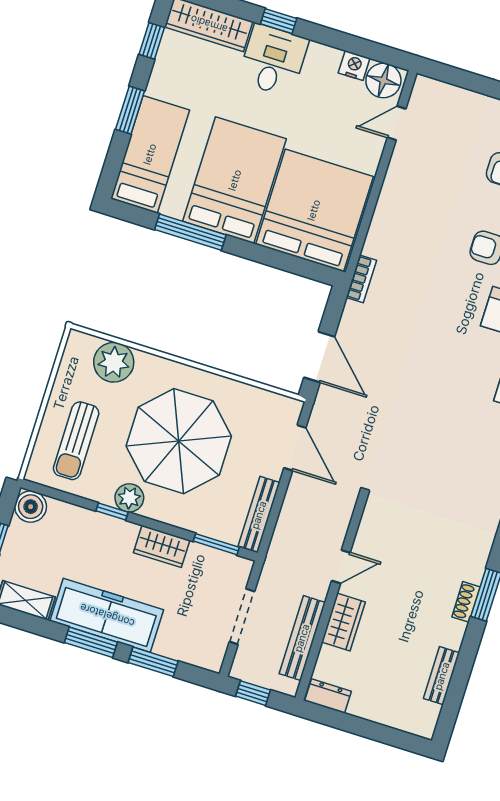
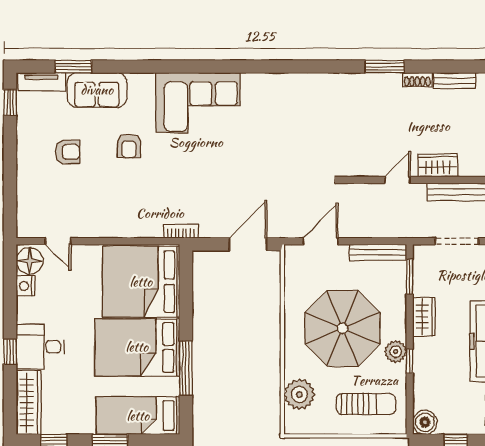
door: (341, 567) -> (397, 180), hinge flipped
shoe rack: (466, 602) -> (417, 80), moved

